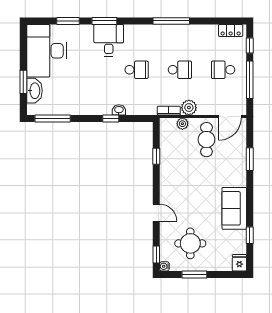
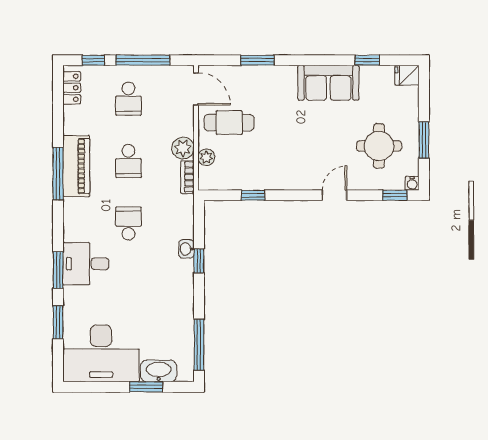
piano: (176, 34) -> (76, 166), added
school desk: (180, 70) -> (128, 161), turned 180

